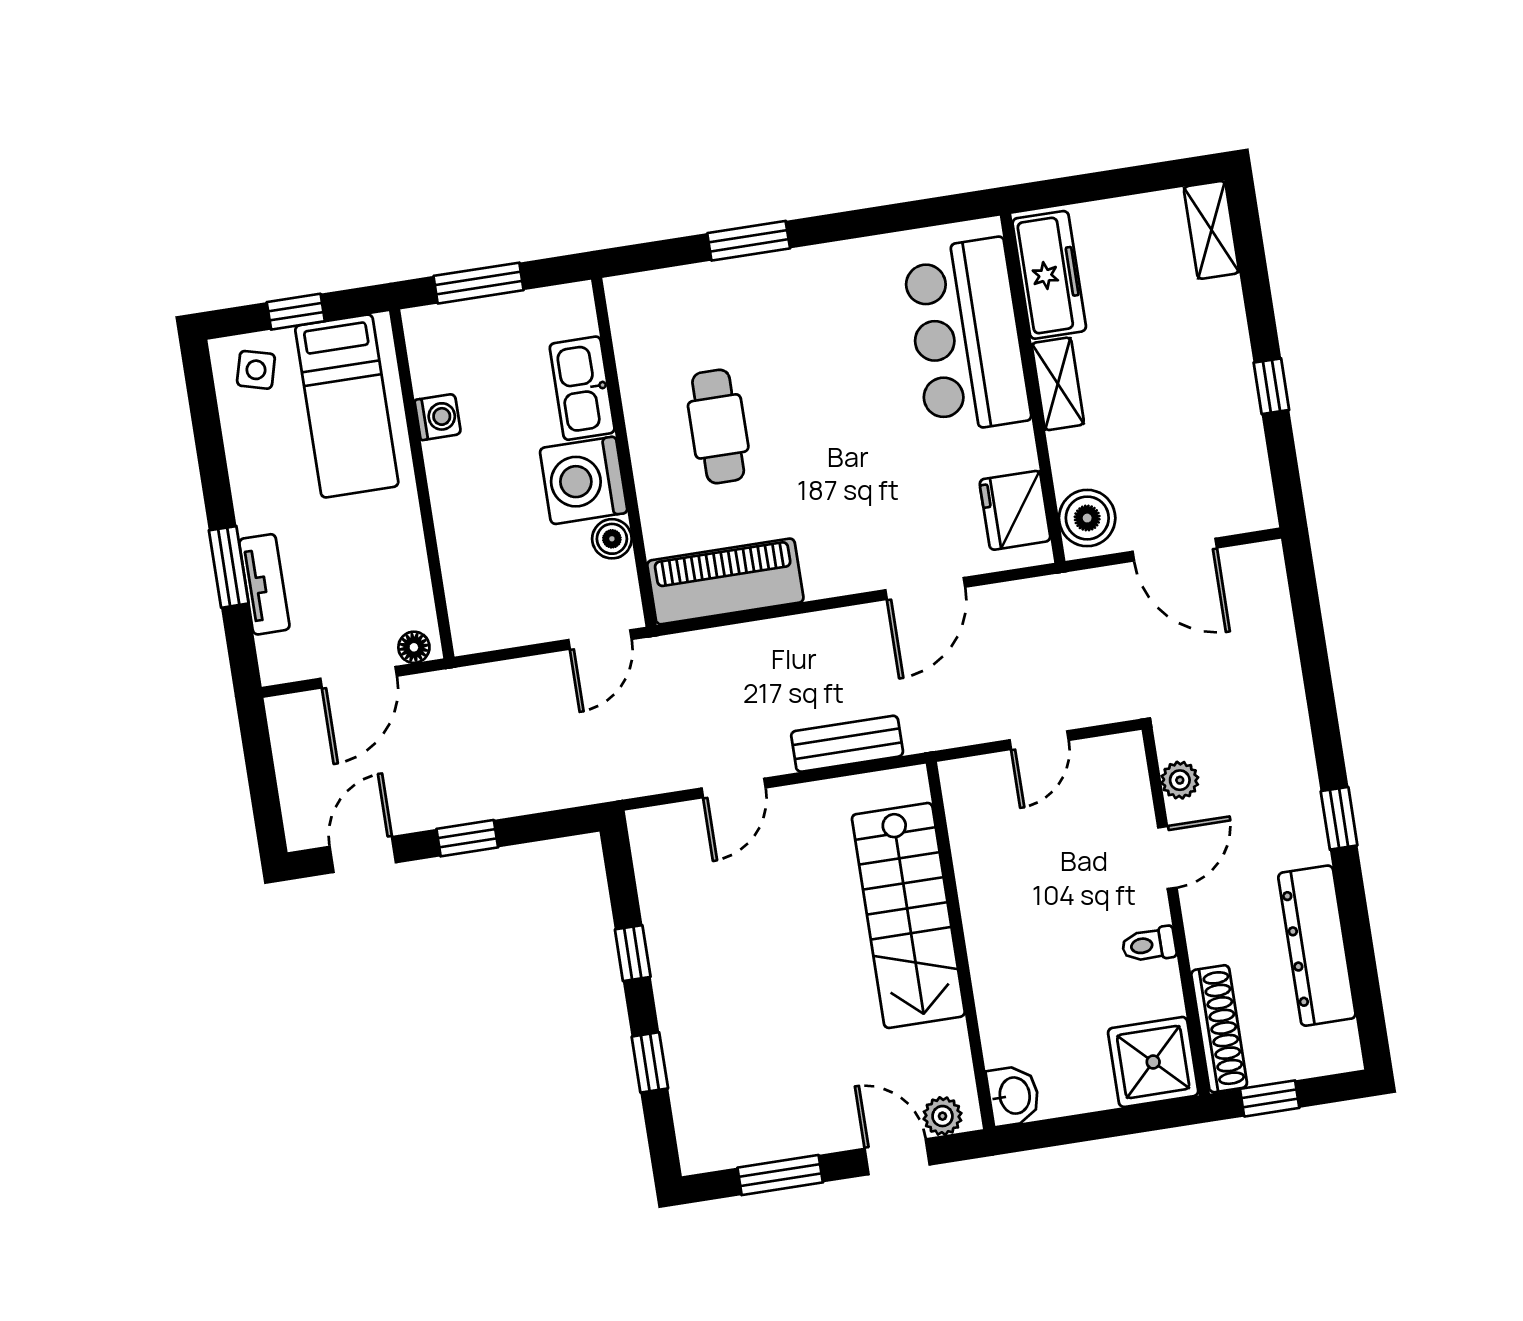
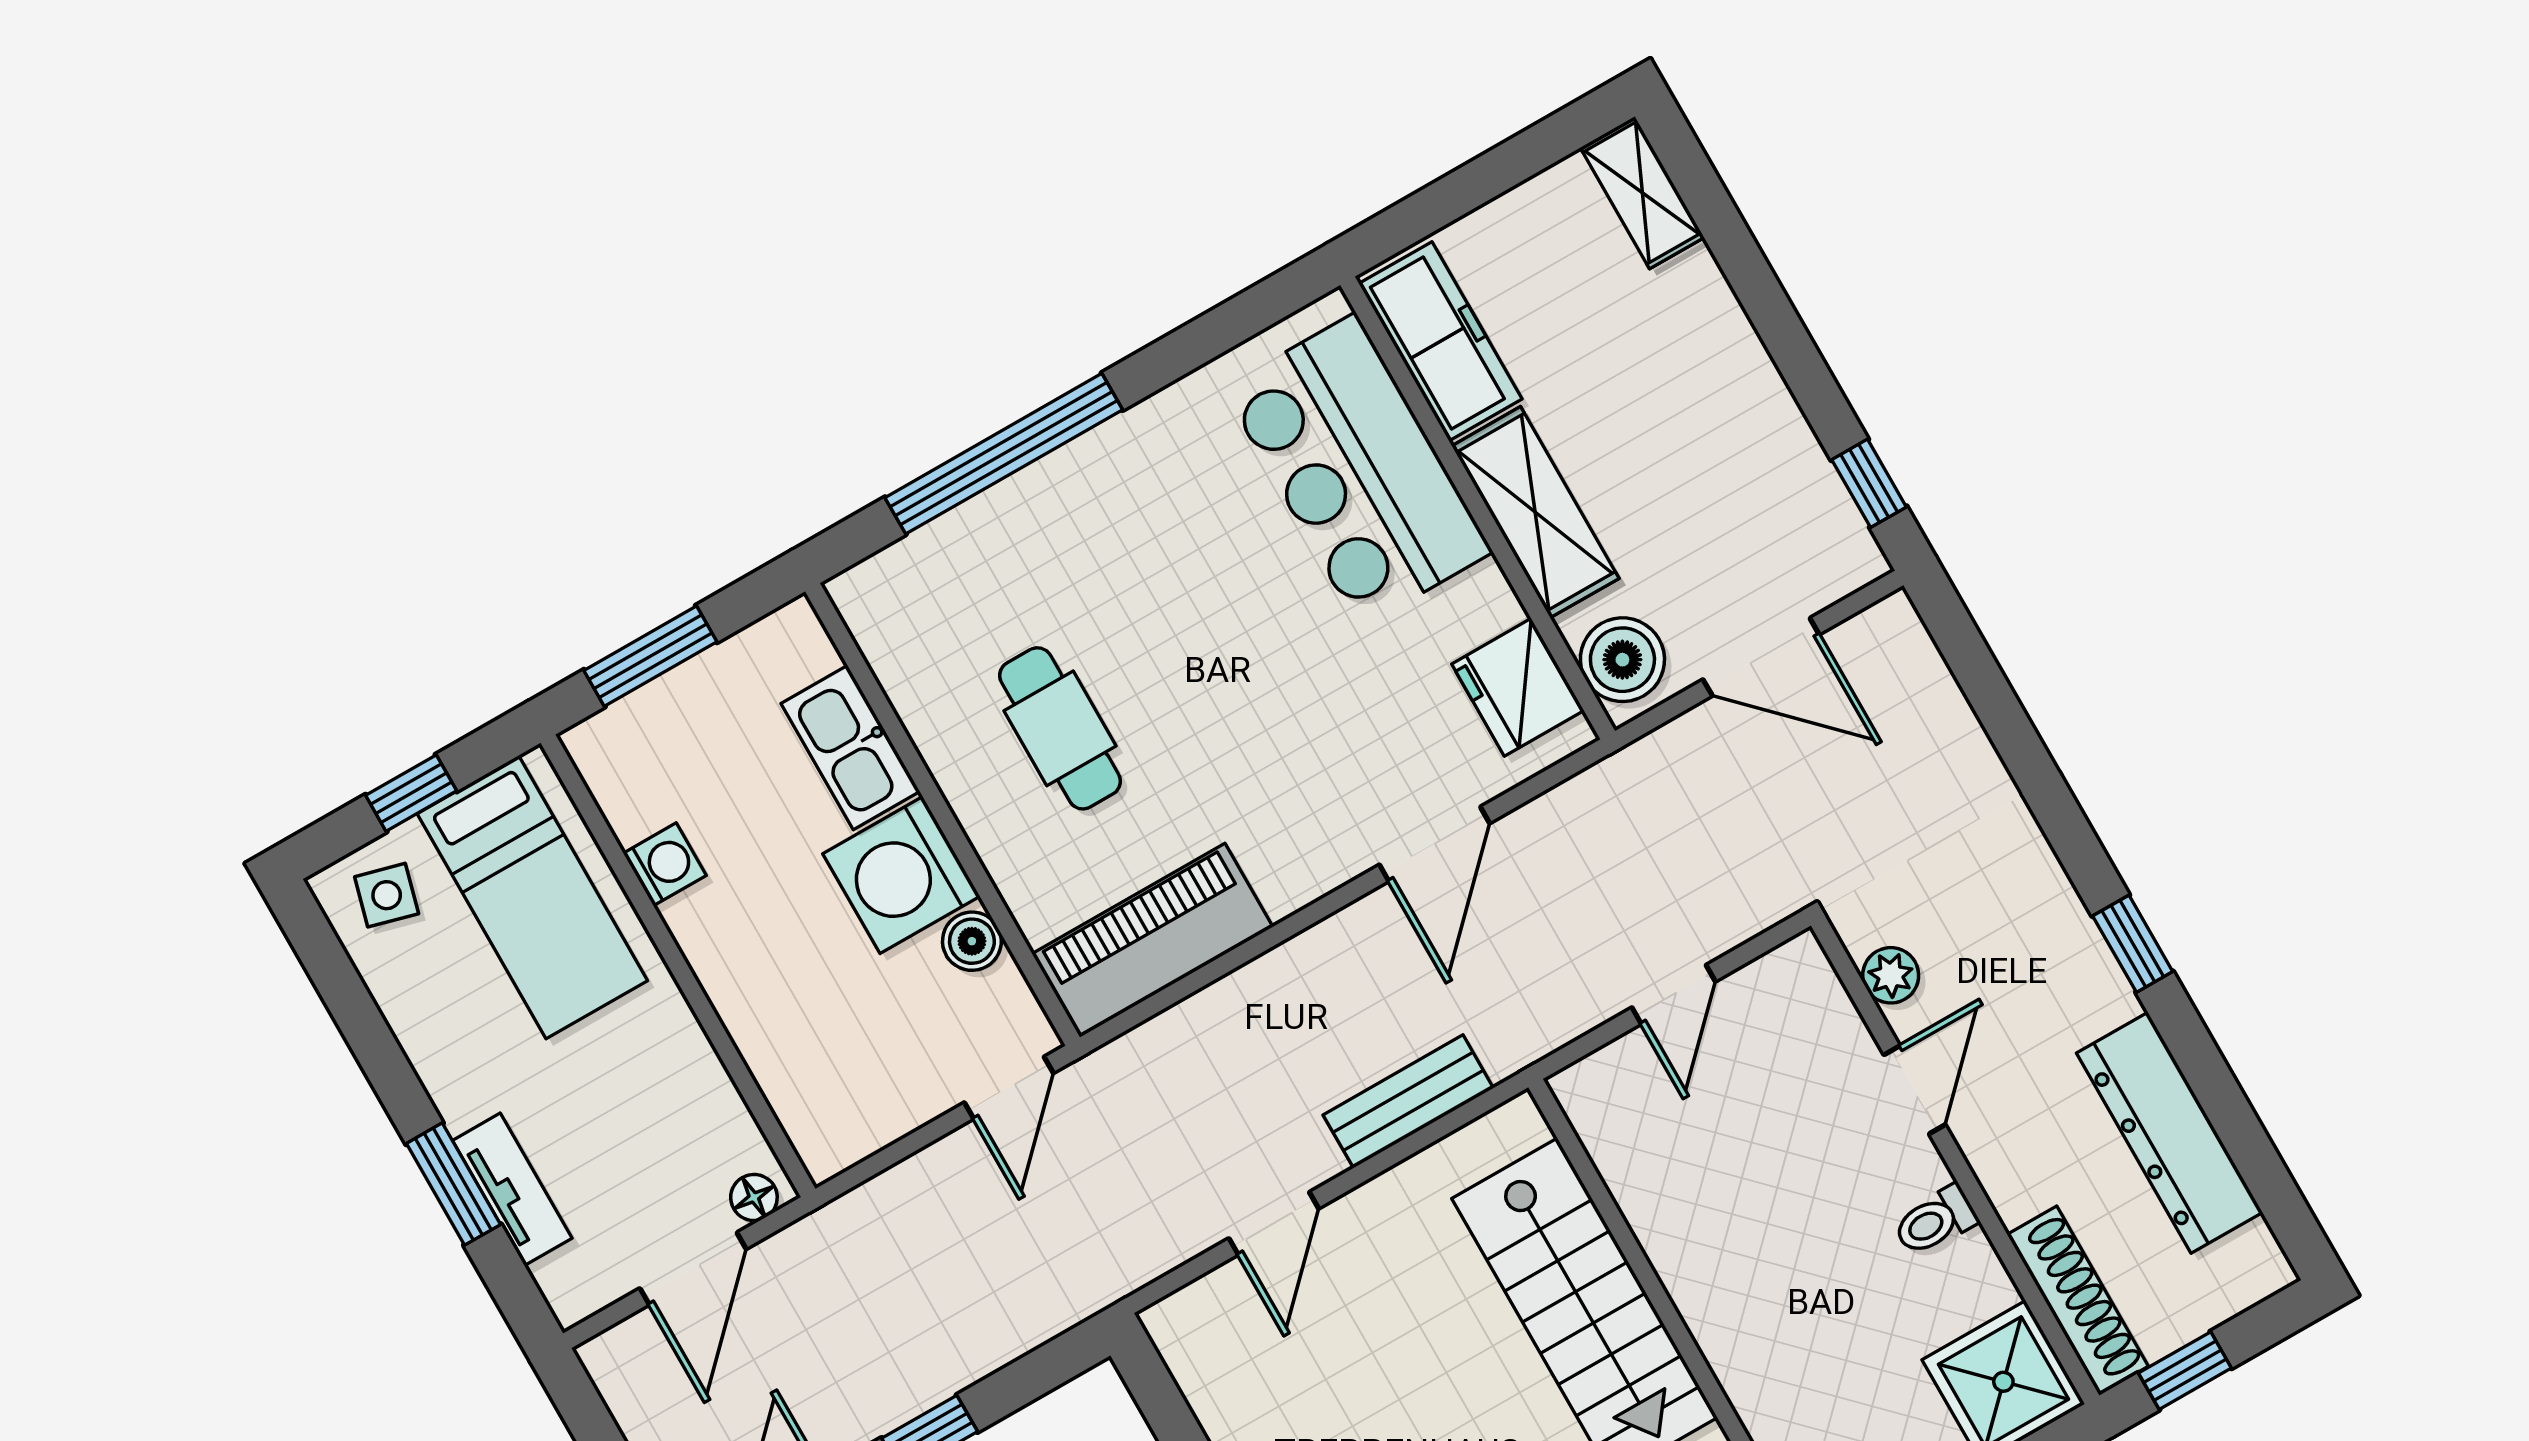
window: (749, 241) -> (1004, 454), width x2.11
shelving: (1058, 384) -> (1535, 512), width x1.50, depth x1.33
window: (1271, 386) -> (1869, 483), moved

